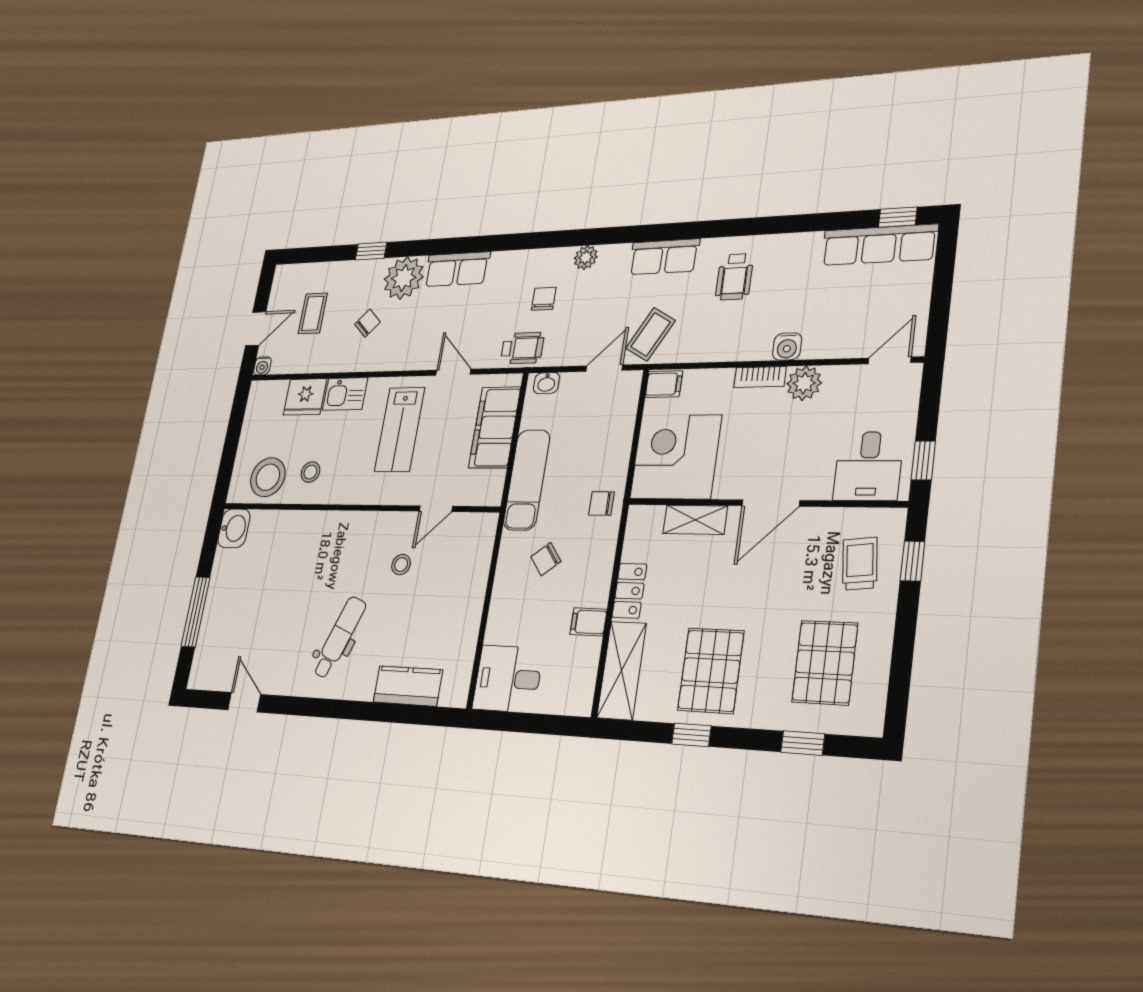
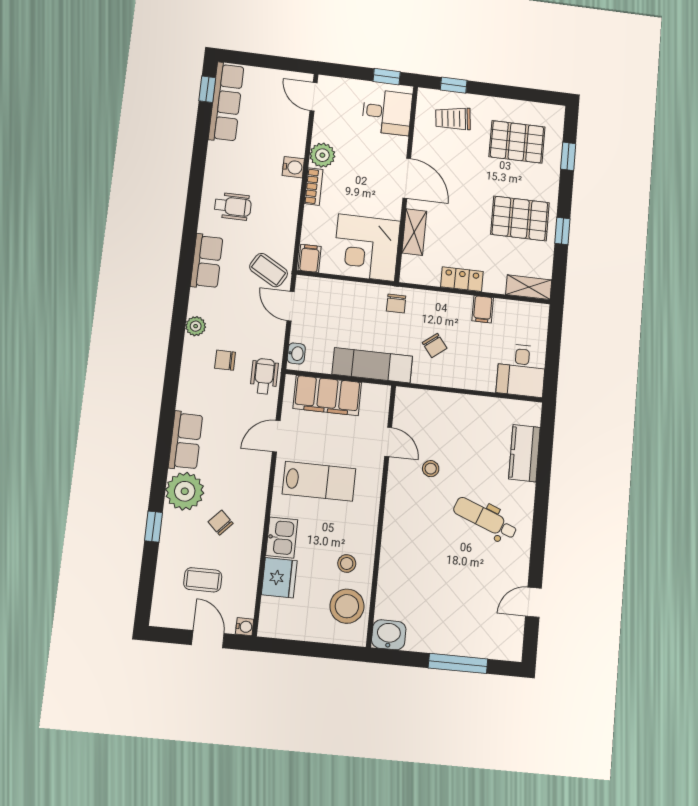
shelving: (622, 670) -> (529, 287), width x0.67, depth x0.75

